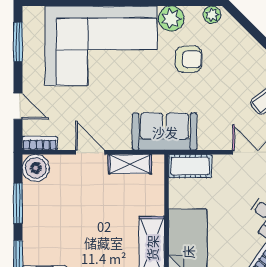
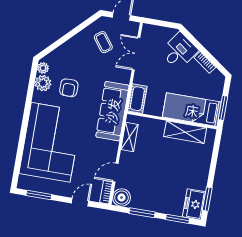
plant: (171, 19) -> (43, 83), moved
armchair: (189, 59) -> (69, 88), turned 180
sofa: (165, 132) -> (112, 111), width x1.36
door: (90, 152) -> (116, 173), moved

